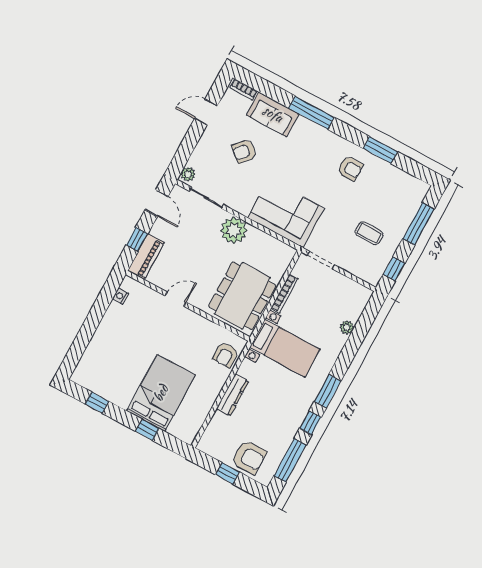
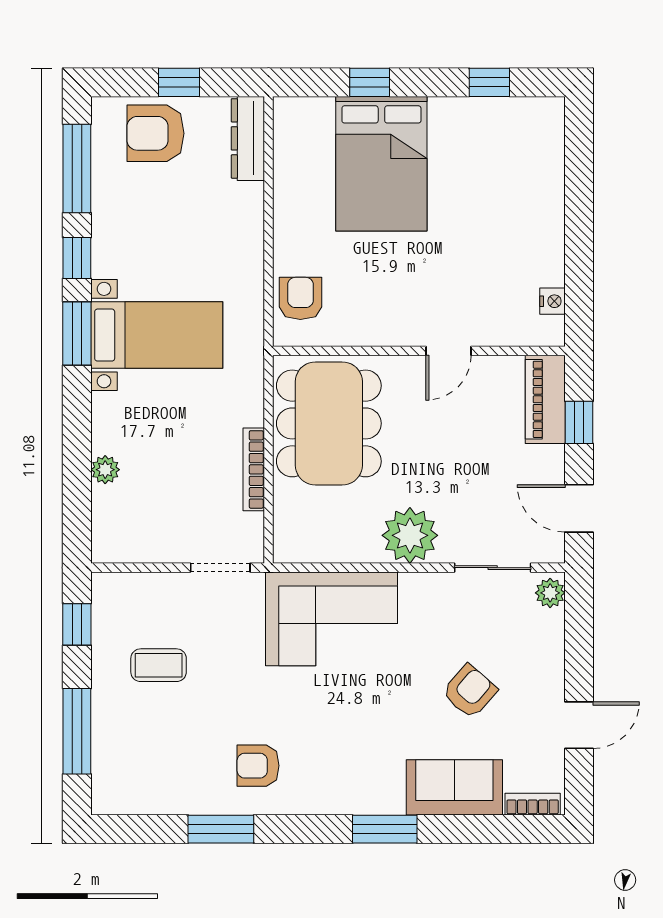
window: (311, 113) -> (385, 829), width x0.69
bed with nightstands: (285, 348) -> (157, 335), moved, turned 180
dresser: (232, 395) -> (248, 138), moved

